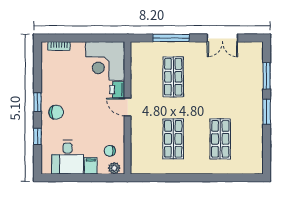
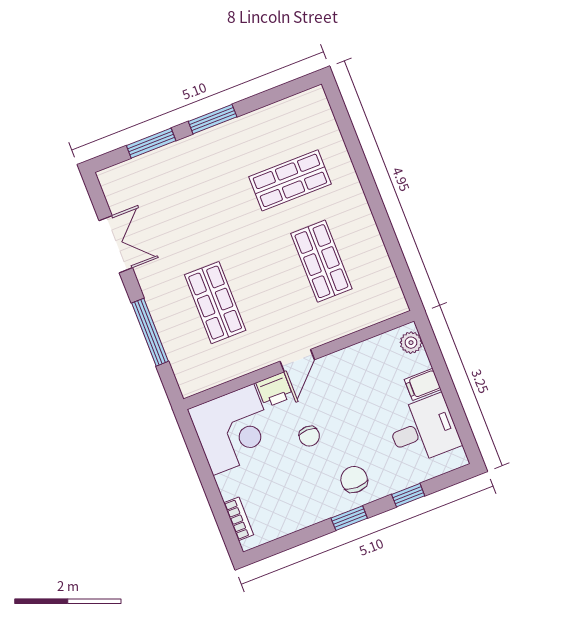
shop shelf: (173, 77) -> (215, 303), turned 90
shop shelf: (173, 139) -> (321, 261), turned 90
chair: (110, 151) -> (309, 436), moved

